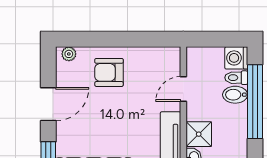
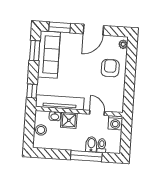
washing machine: (236, 58) -> (115, 123), moved, turned 180
window: (255, 102) -> (86, 156), width x0.68
door: (48, 104) -> (93, 30), hinge flipped

